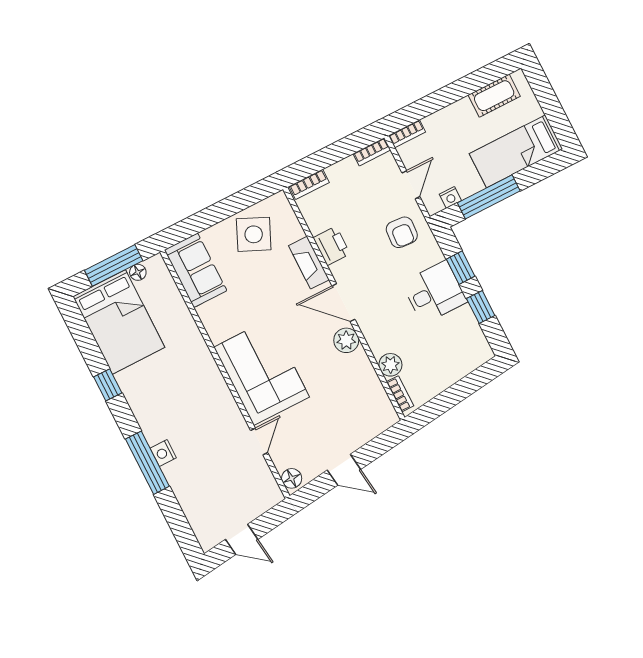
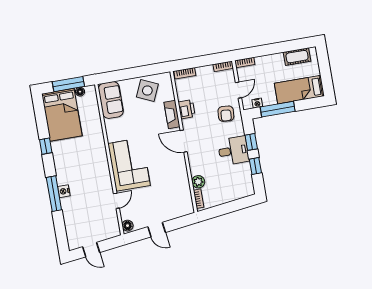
plant: (346, 340) -> (179, 162), removed

